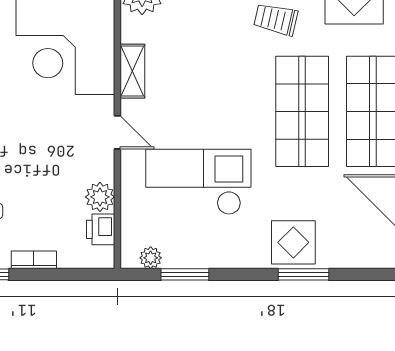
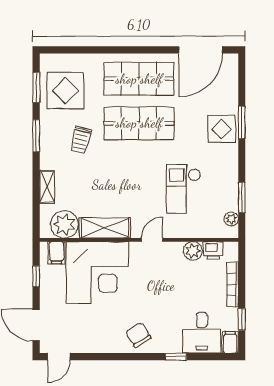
shelving: (132, 71) -> (105, 228), width x1.50, depth x1.33
checkout: (198, 182) -> (183, 189), width x0.73, depth x0.83
bookcase: (34, 260) -> (233, 285), width x1.56

